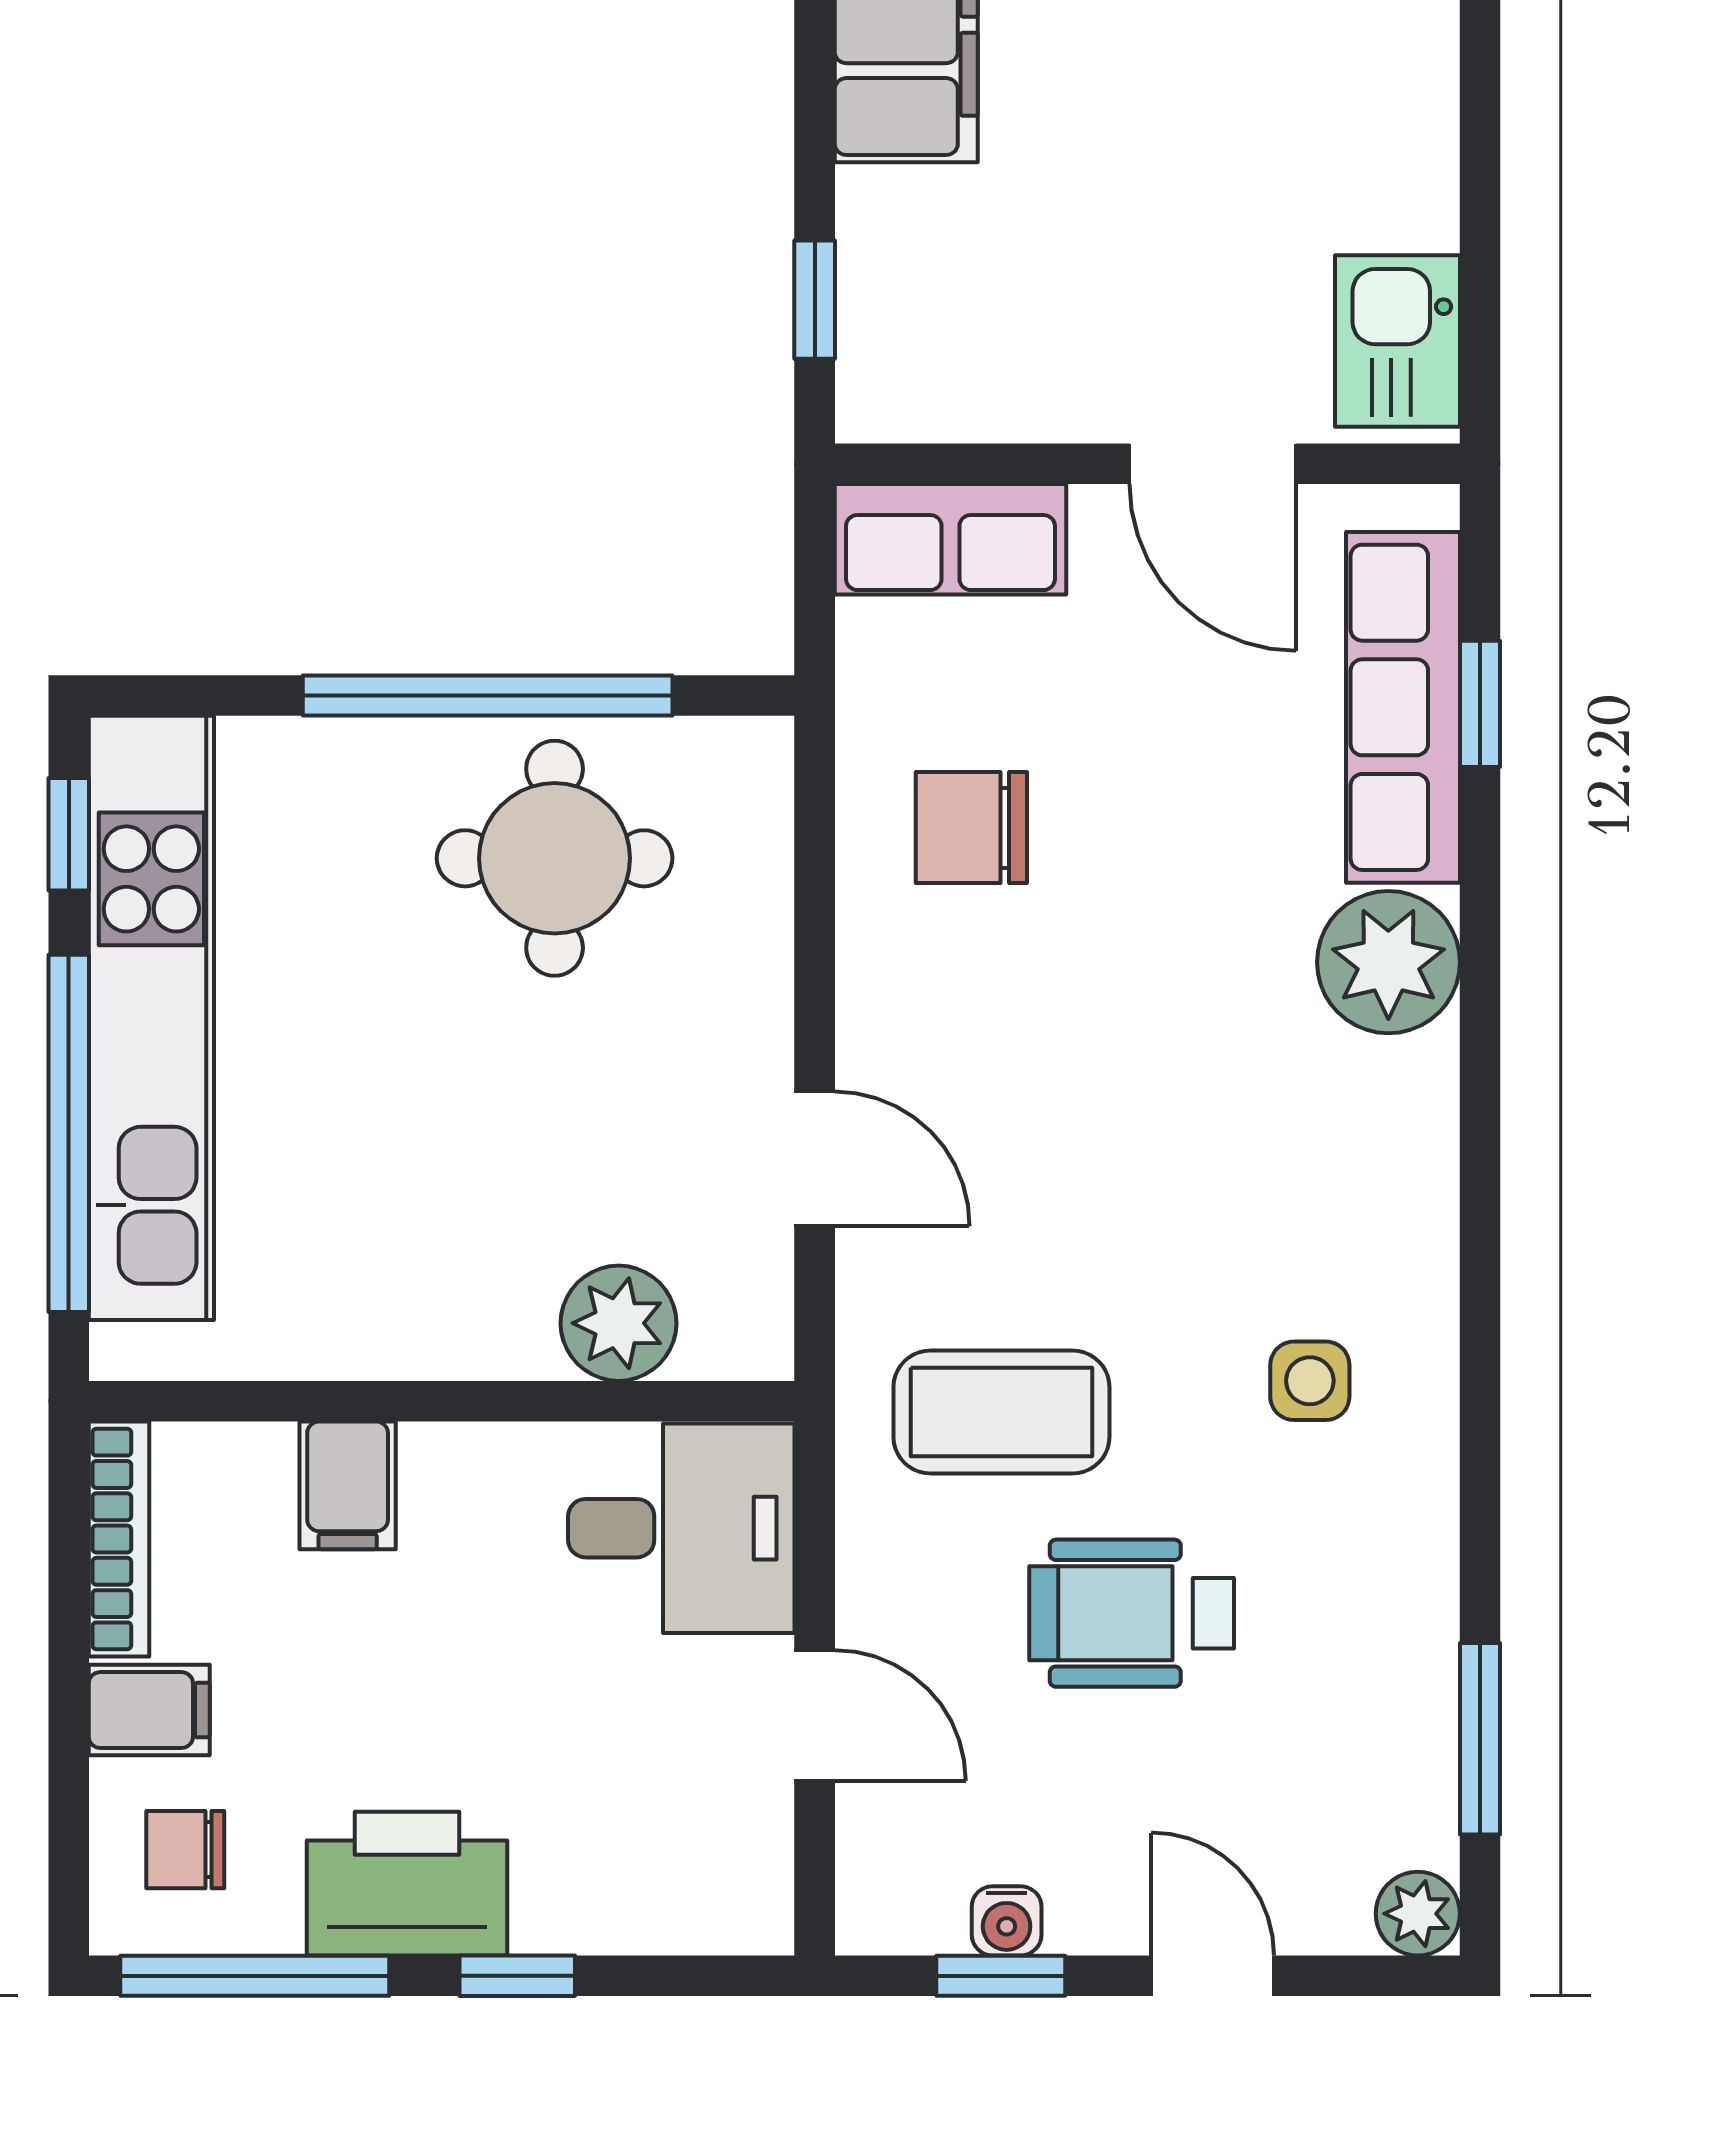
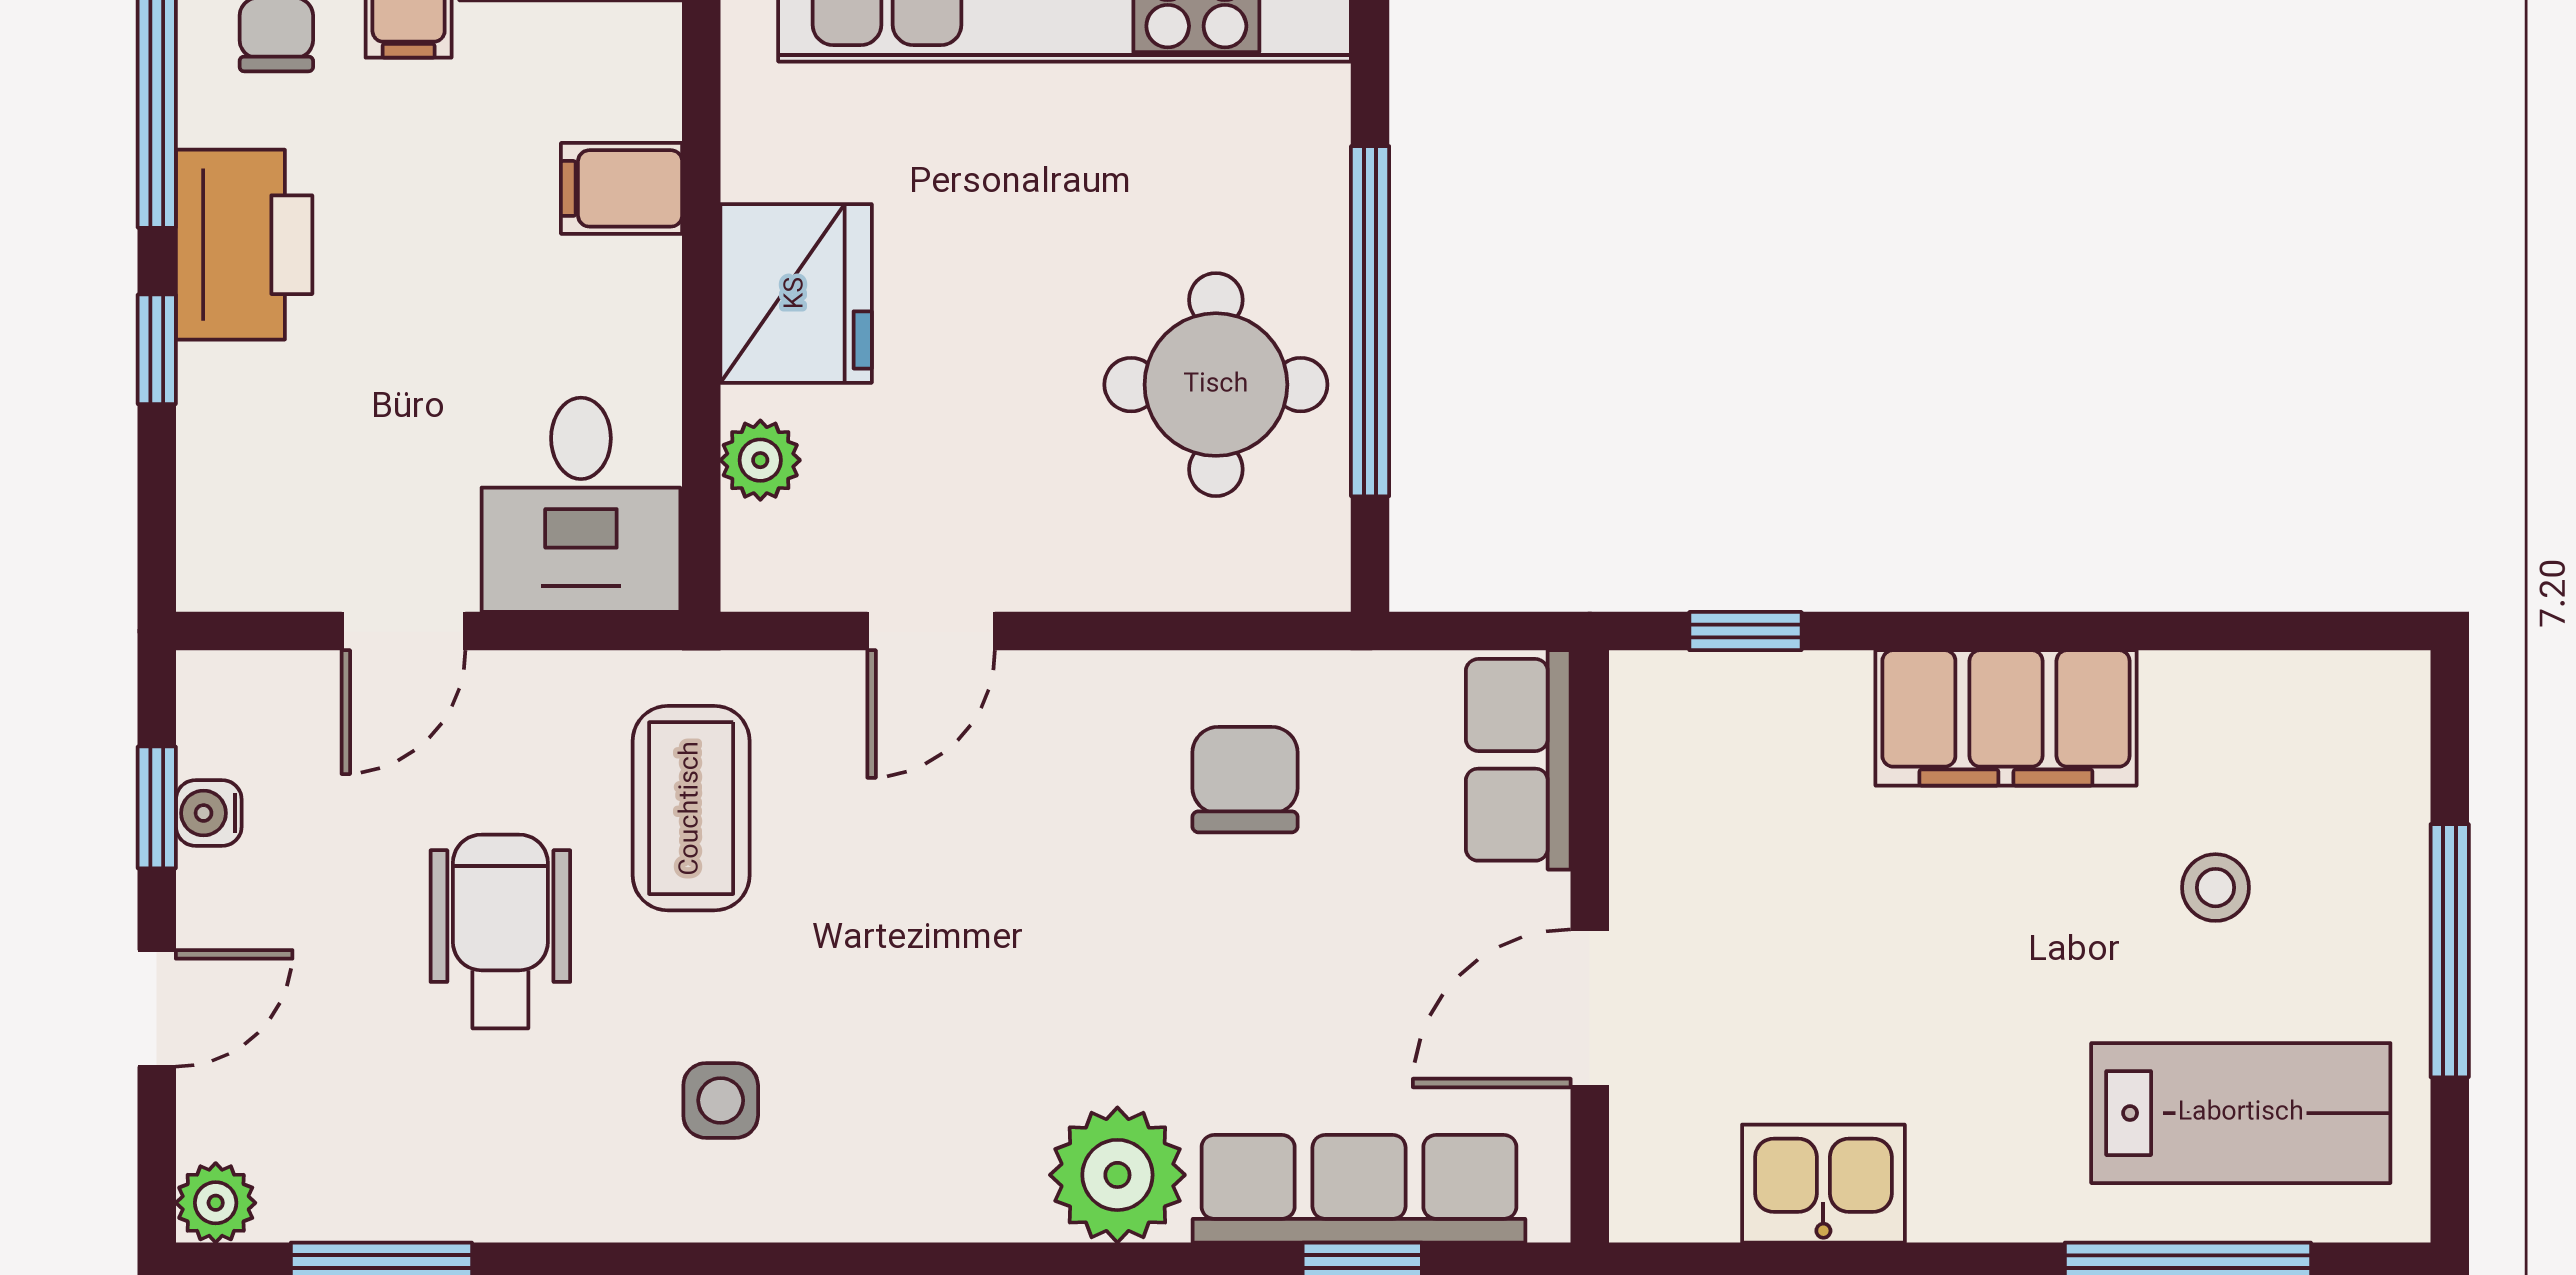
kitchen sink: (1397, 341) -> (1823, 1184), moved
fridge: (458, 1301) -> (796, 293), added
plant: (619, 1323) -> (760, 460), width x0.73, depth x0.73

